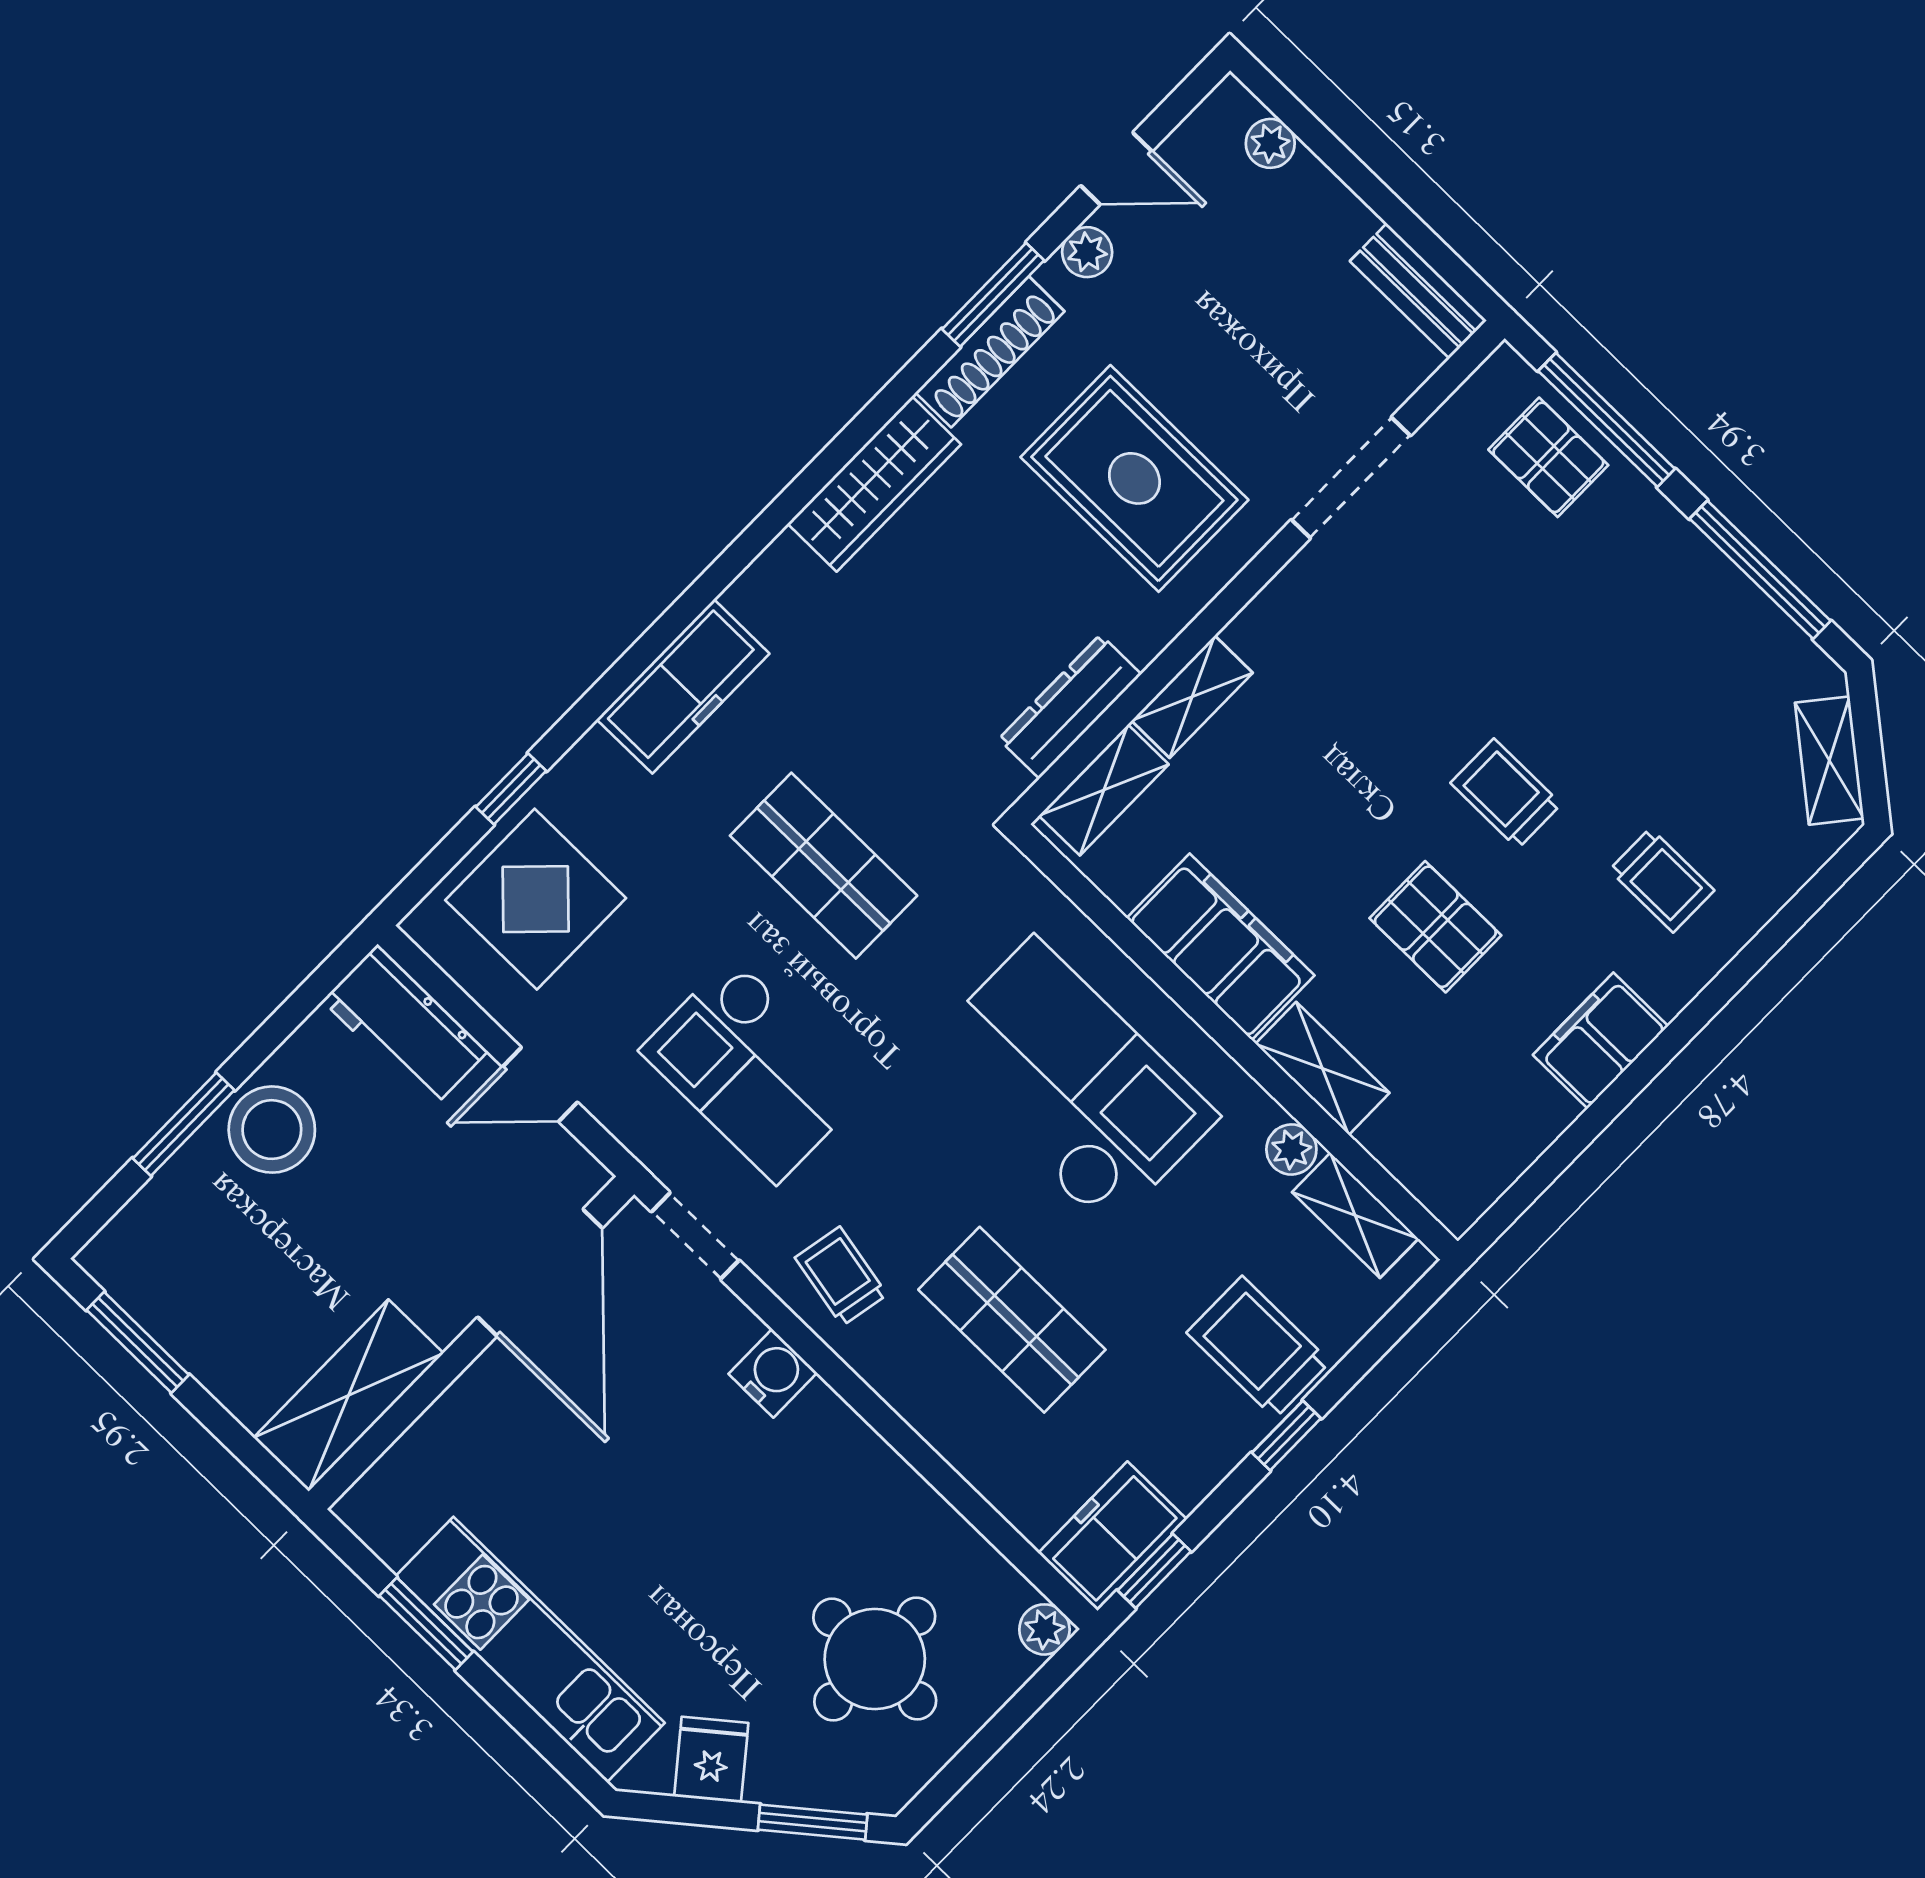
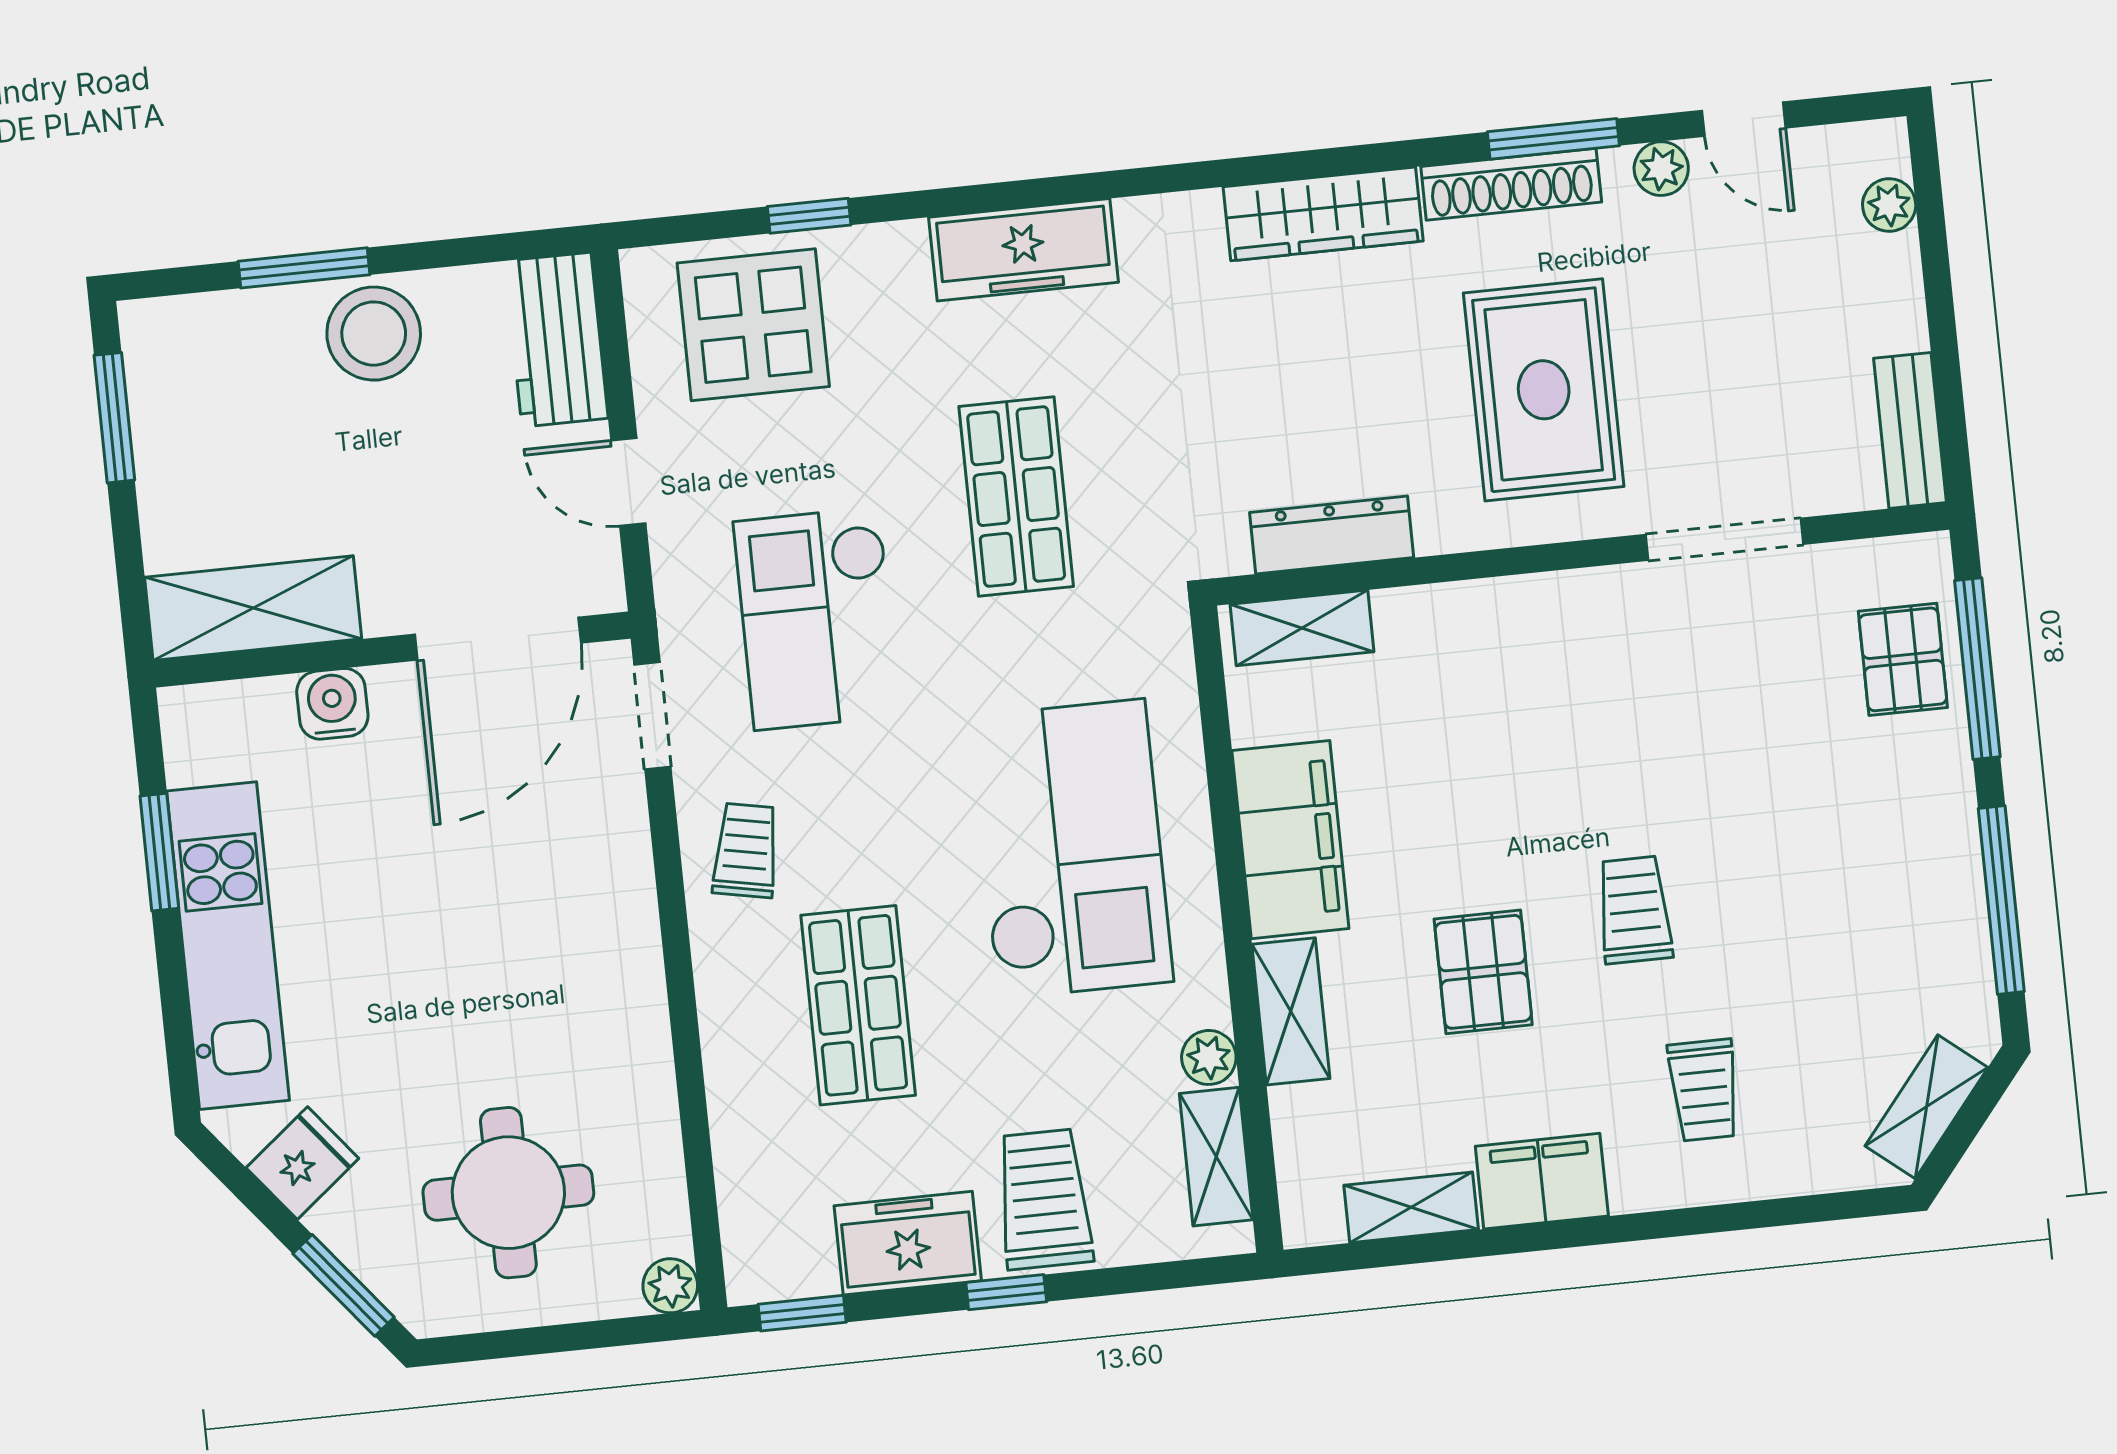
shelving: (1192, 697) -> (1411, 1207), moved
water cooler: (773, 1373) -> (332, 704), moved, turned -90
freezer: (1113, 1536) -> (908, 1243), moved

